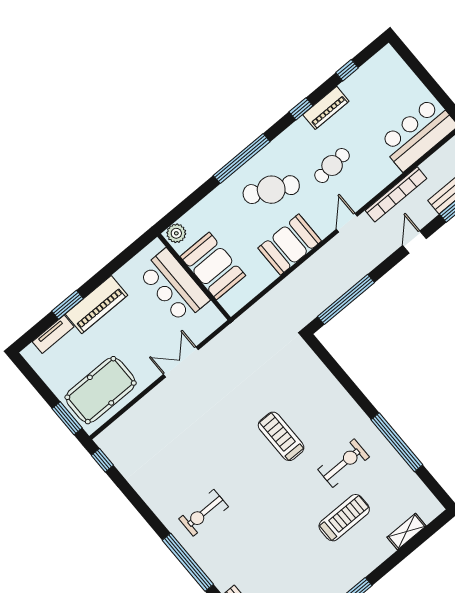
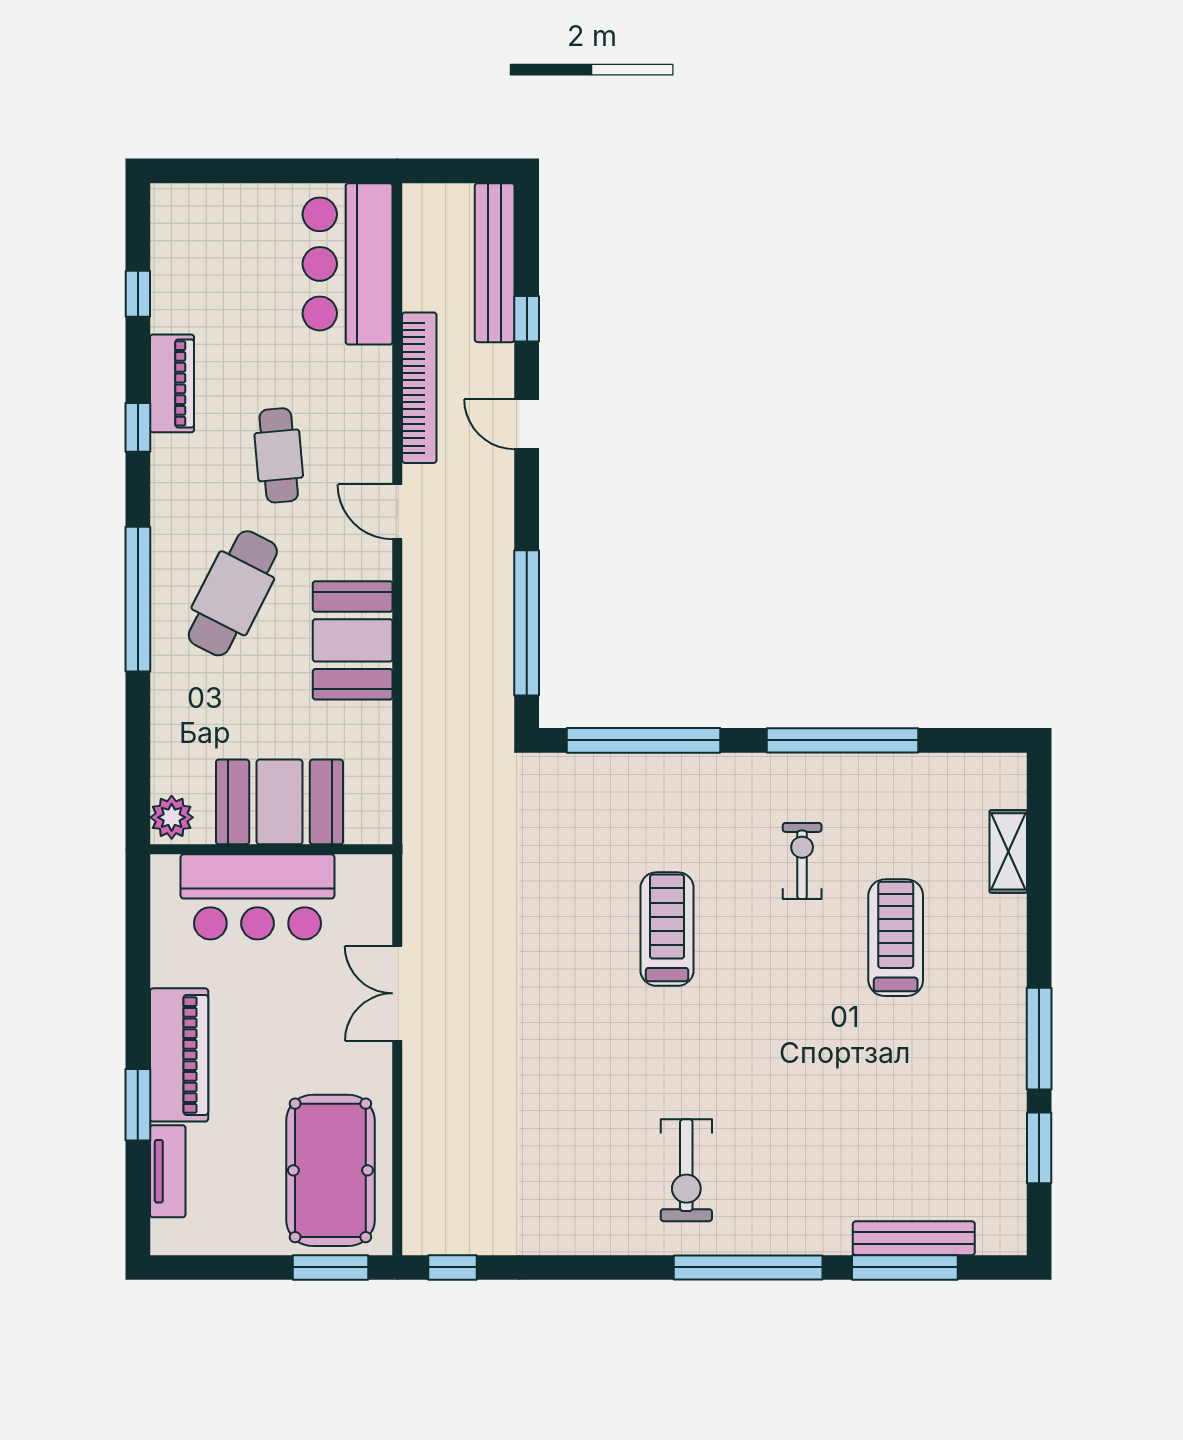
window: (339, 374) -> (643, 740), added
treadmill: (281, 436) -> (667, 929), turned 90
exercise bike: (344, 463) -> (802, 861), width x0.73, depth x0.72

